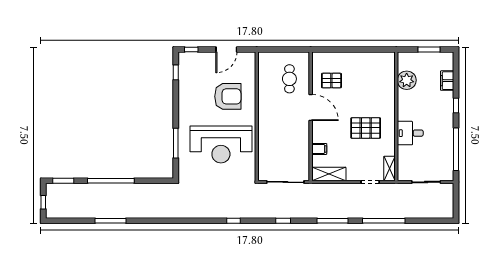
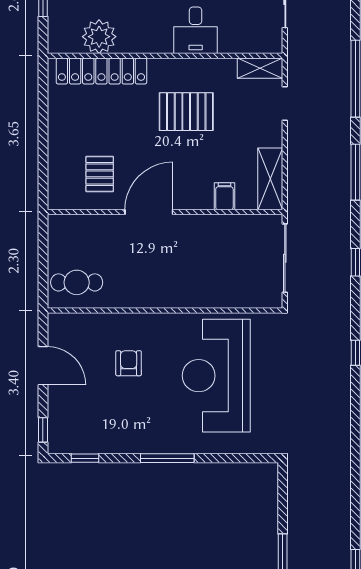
cafe table: (289, 79) -> (77, 282), moved
locker: (388, 82) -> (101, 71), added
armchair: (228, 96) -> (129, 363), width x0.53, depth x0.53
pallet: (366, 128) -> (186, 112), turned 90
window: (176, 143) -> (167, 458), moved
reception desk: (221, 144) -> (216, 376), turned 180

